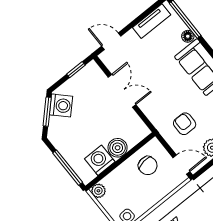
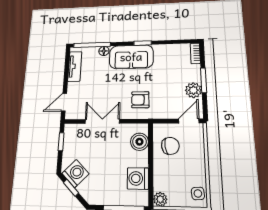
window: (47, 112) -> (71, 188), width x0.67
armchair: (185, 124) -> (140, 100), moved
boiler: (118, 148) -> (139, 142), moved

